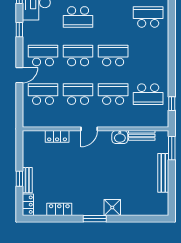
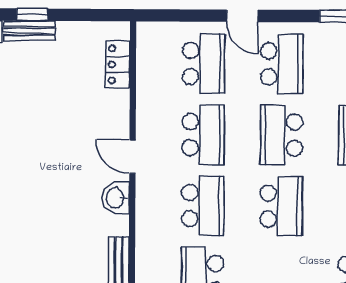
school desk: (78, 56) -> (281, 135), turned 180
locker: (57, 136) -> (118, 64), moved
washbasin: (120, 137) -> (116, 198), moved

